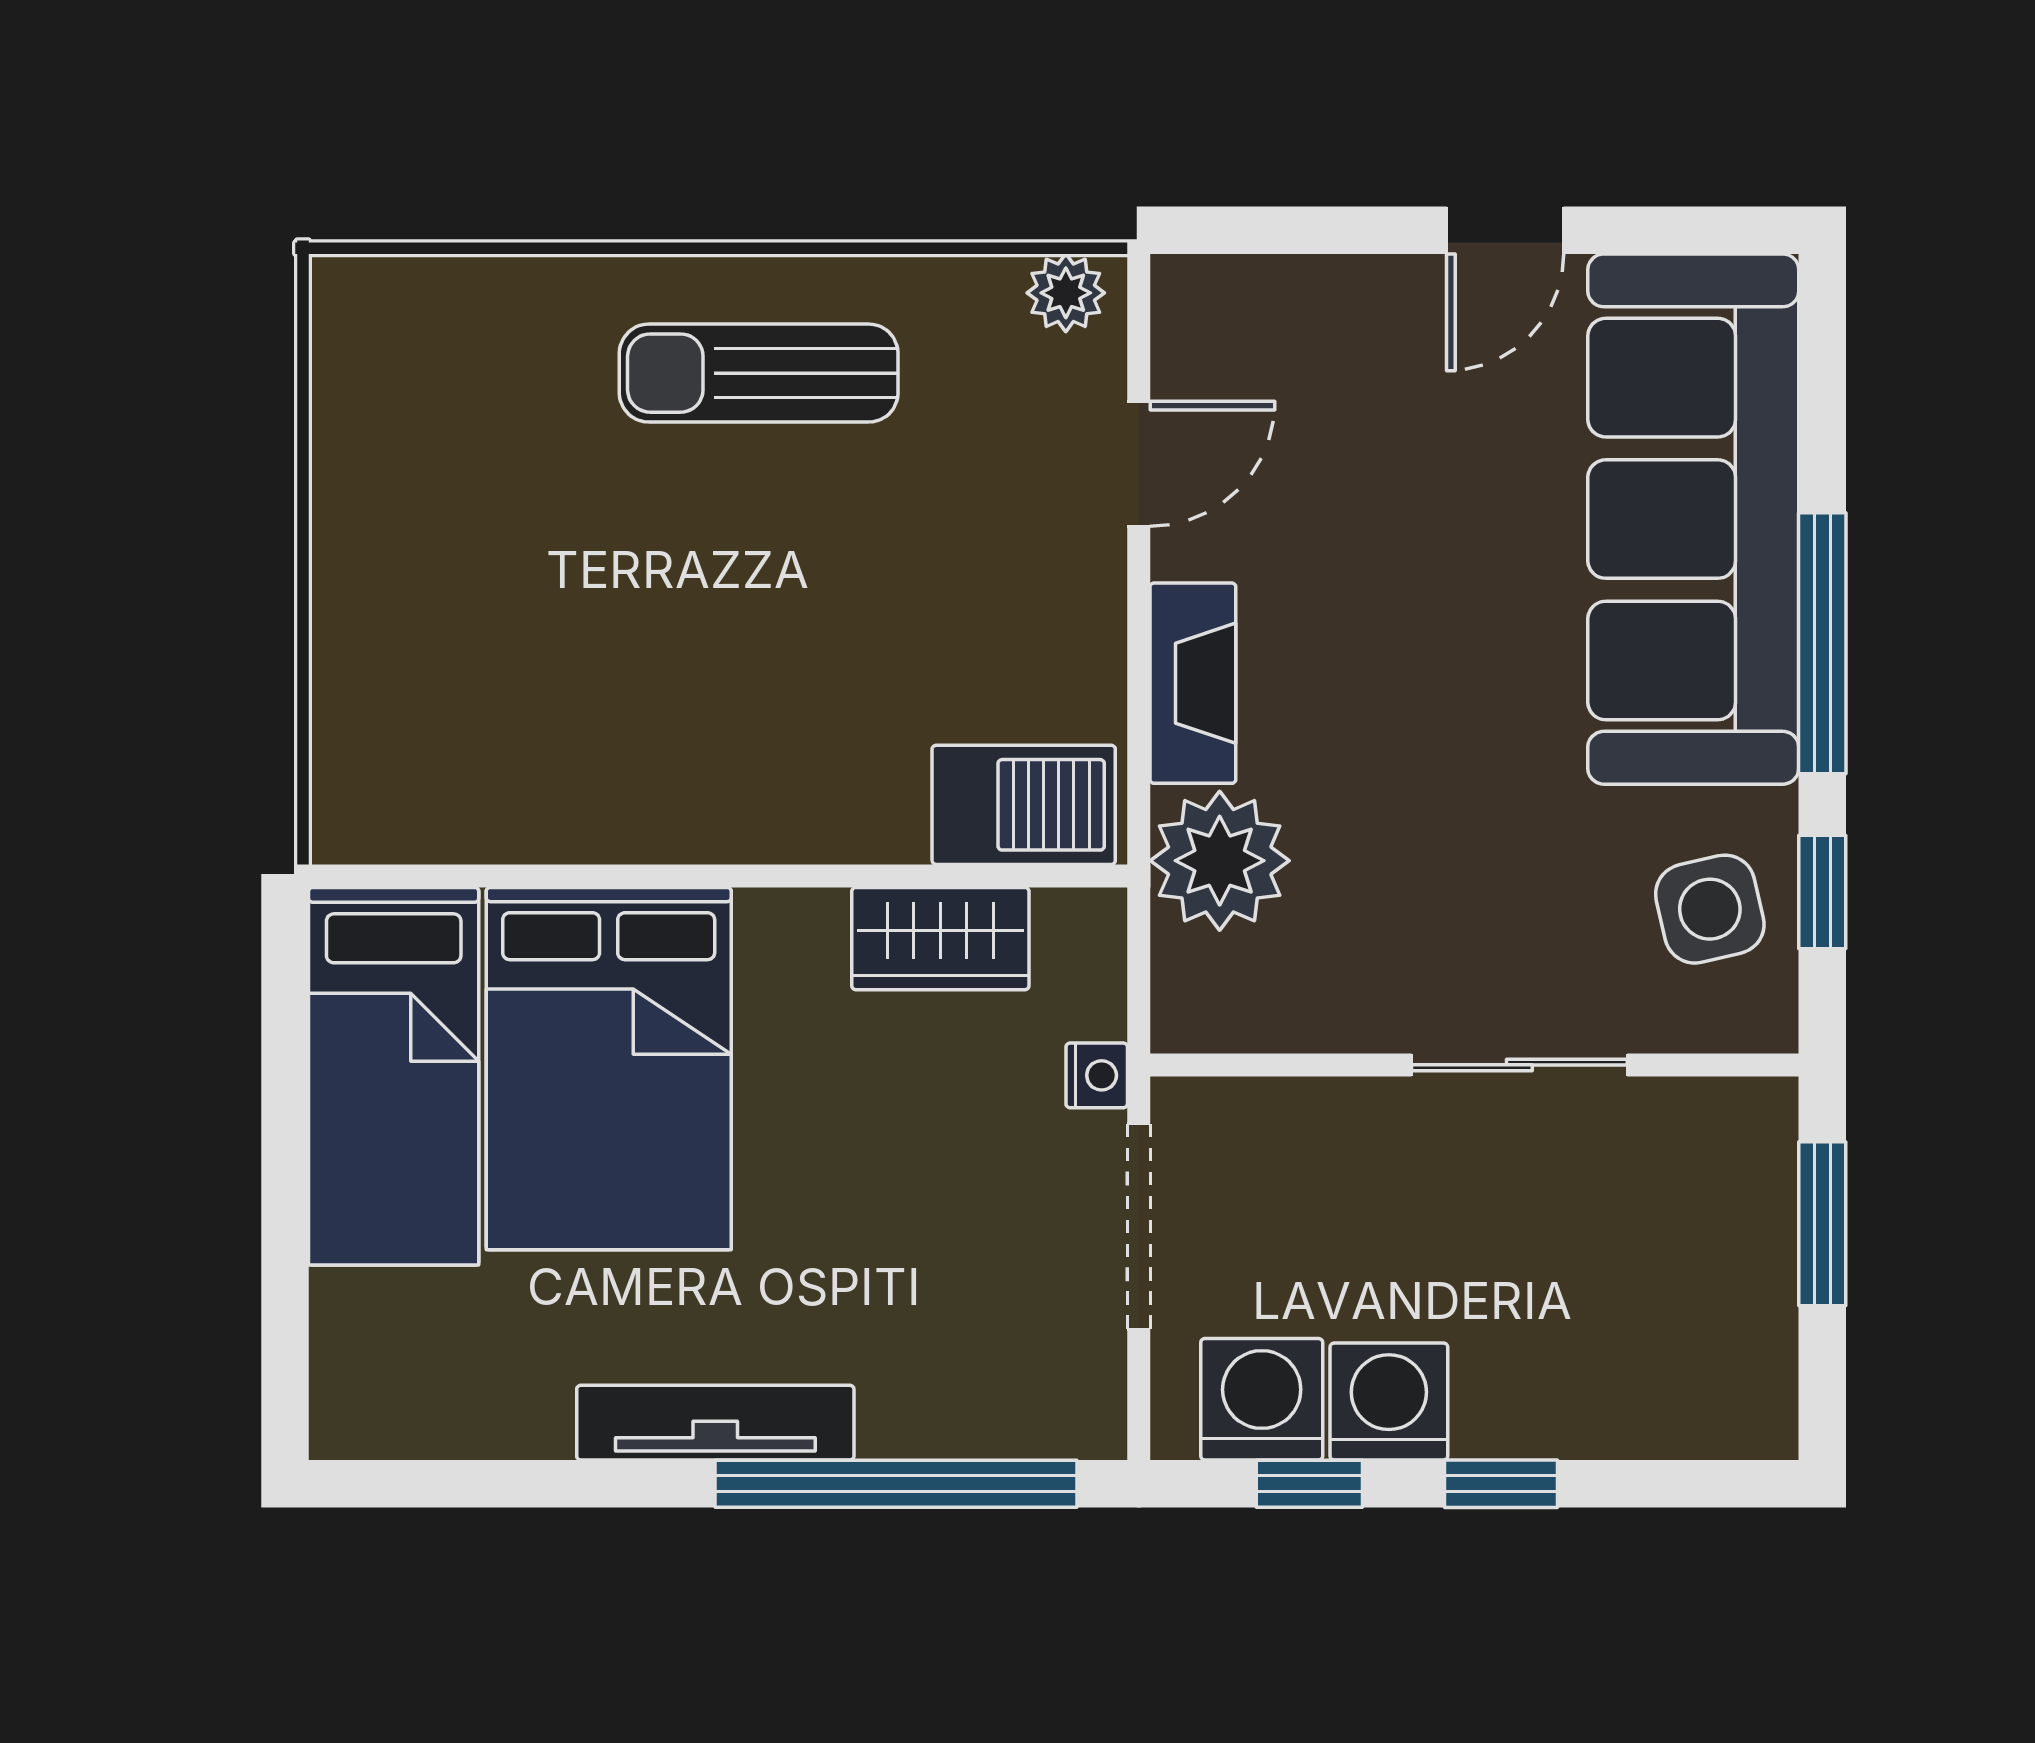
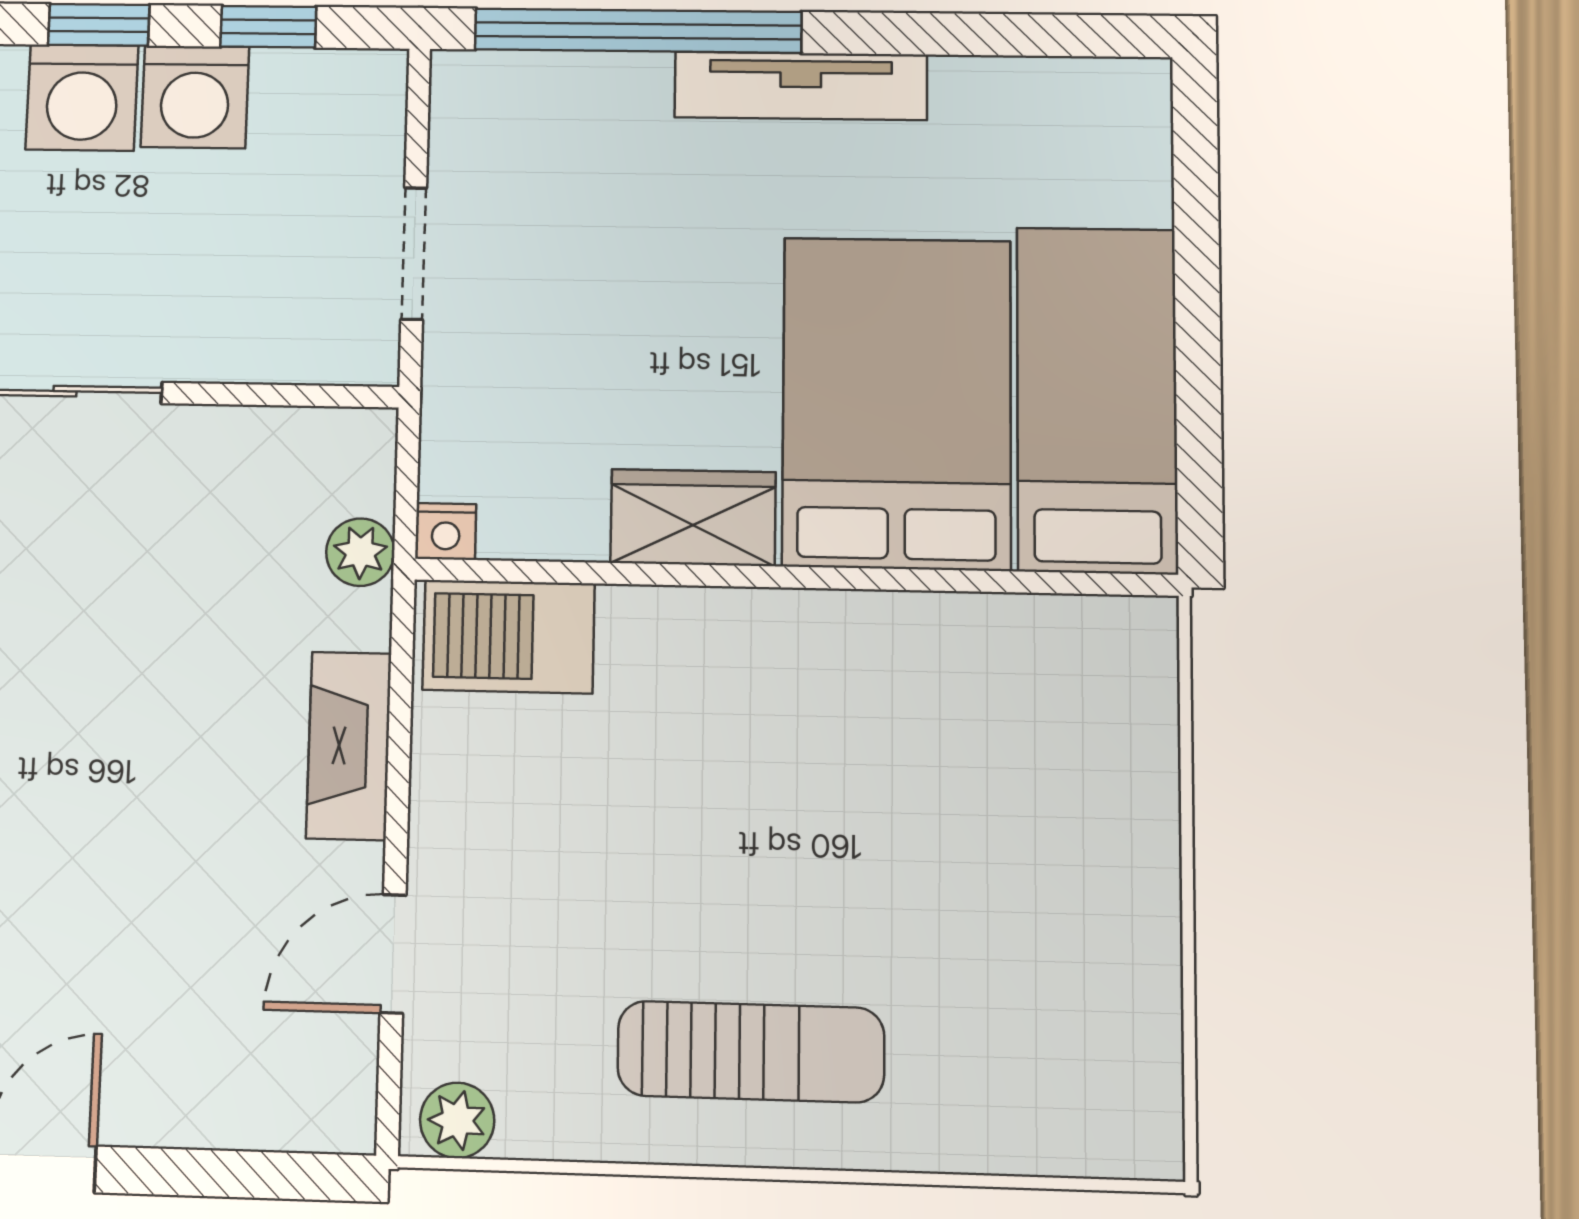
plant: (1220, 861) -> (360, 552), width x0.53, depth x0.53
wardrobe: (940, 939) -> (693, 518), moved
nightstand: (1097, 1075) -> (446, 531), moved, turned -90
doorway: (1139, 1226) -> (414, 254), width x0.73
washing machine: (1262, 1399) -> (82, 98), moved

